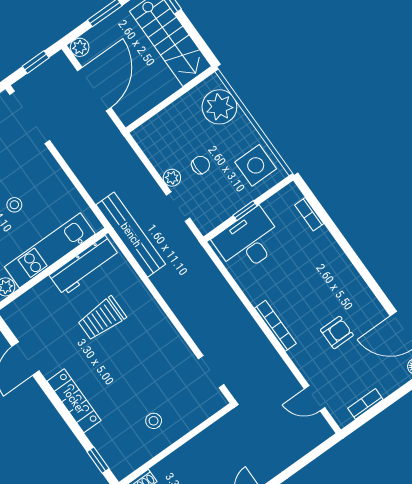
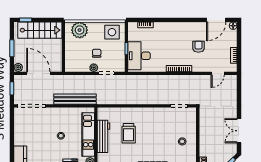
bench: (131, 235) -> (75, 99), moved
workbench: (84, 266) -> (104, 136), moved

